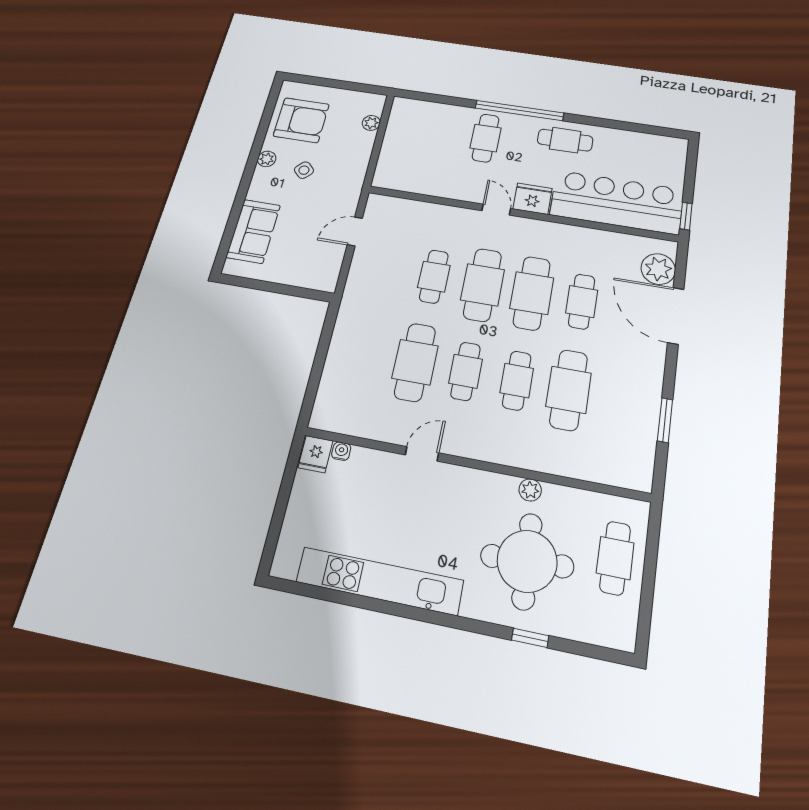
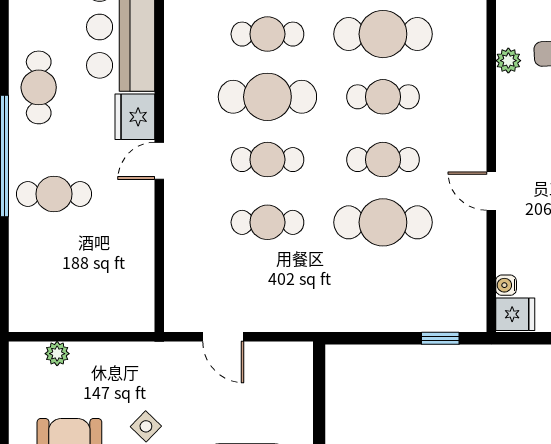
cafe table: (483, 285) -> (267, 160), width x0.73, depth x0.74
window: (312, 390) -> (440, 338), added

